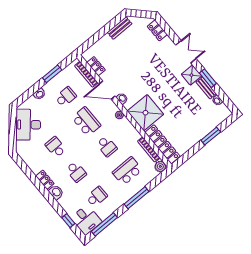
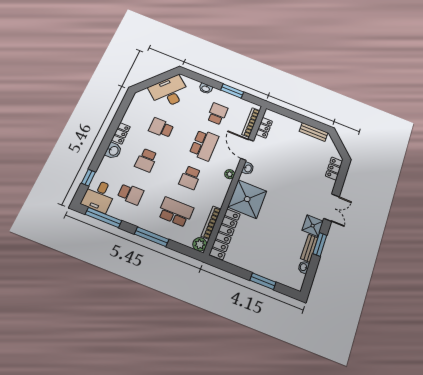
school desk: (66, 97) -> (217, 114), turned -90
school desk: (56, 147) -> (161, 128), turned -90

